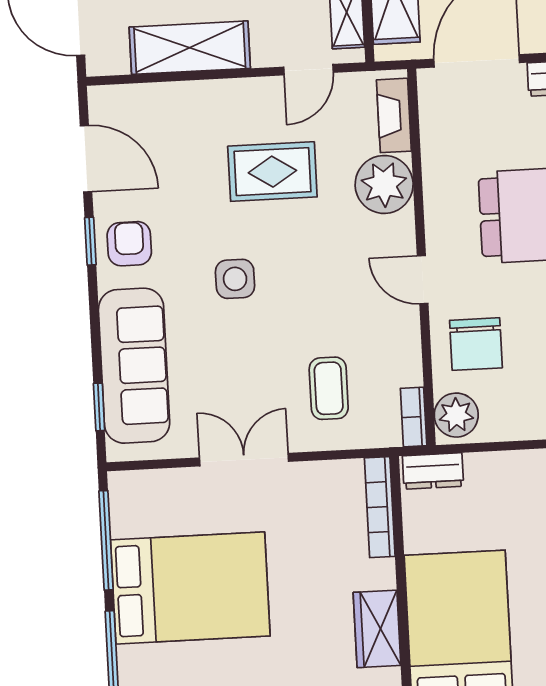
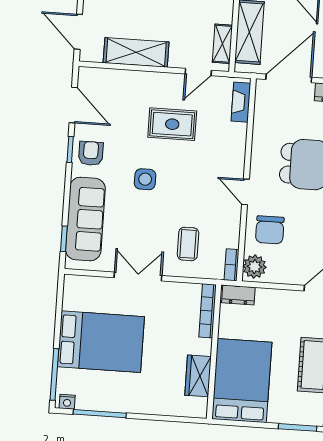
plant: (384, 184) -> (231, 138), removed
window: (106, 540) -> (59, 311), removed

